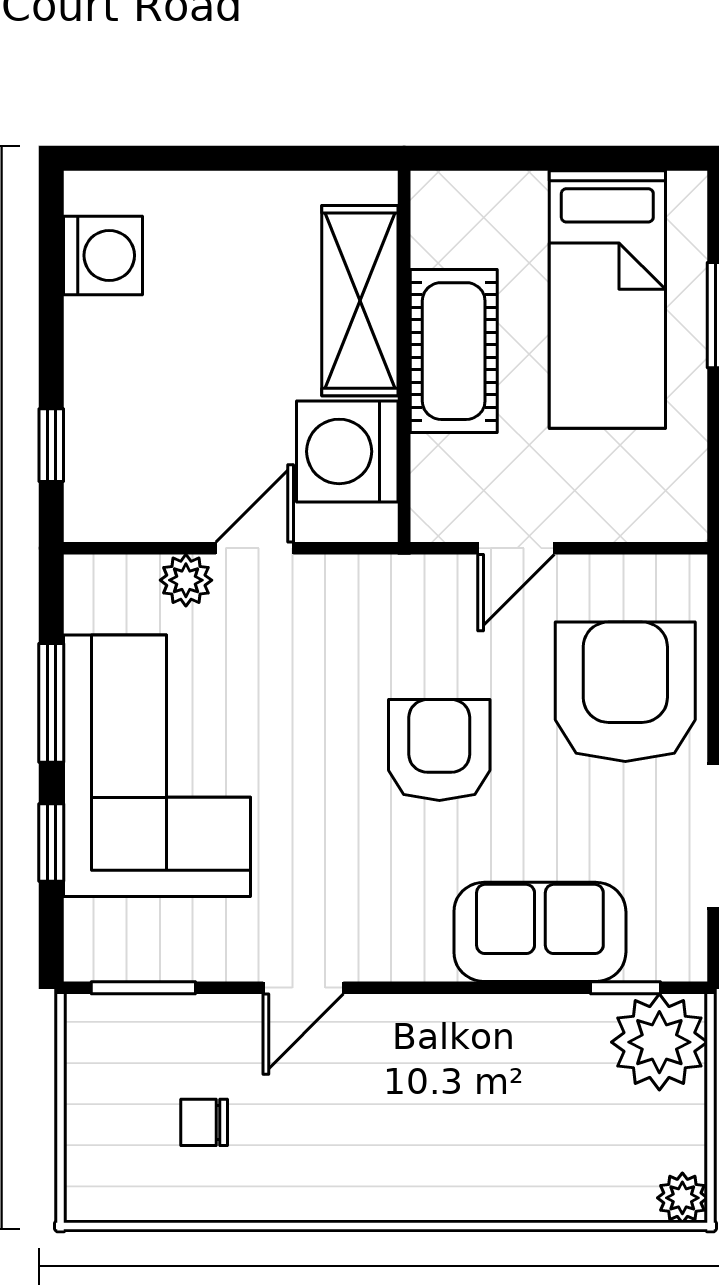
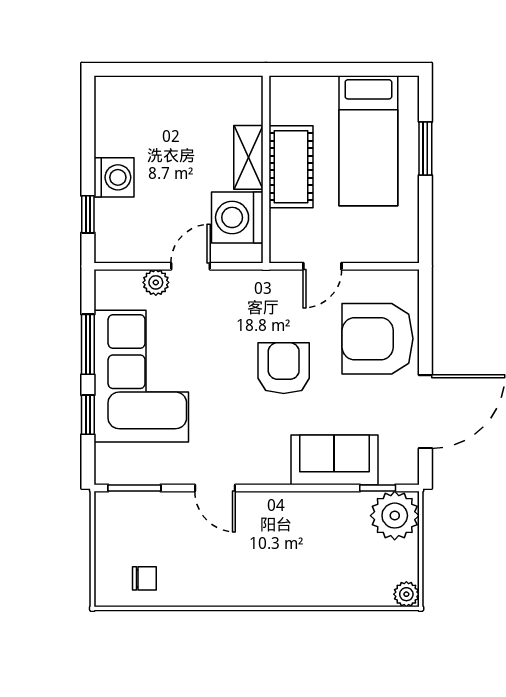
washing machine: (103, 255) -> (114, 177), moved
shelving: (360, 301) -> (248, 157), width x0.67, depth x0.75
armchair: (625, 692) -> (378, 339), turned -90
door: (303, 988) -> (215, 488), hinge flipped
chair: (204, 1122) -> (144, 578), moved, turned 180

